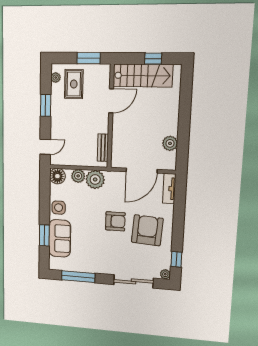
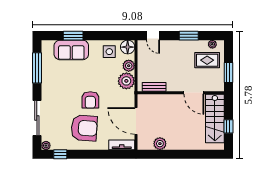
side table: (59, 208) -> (109, 52), moved

